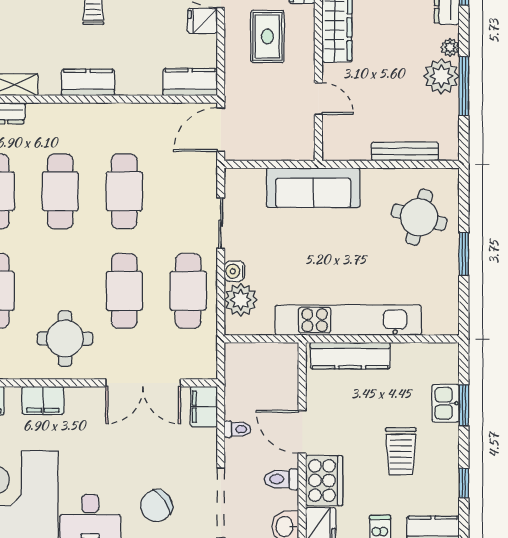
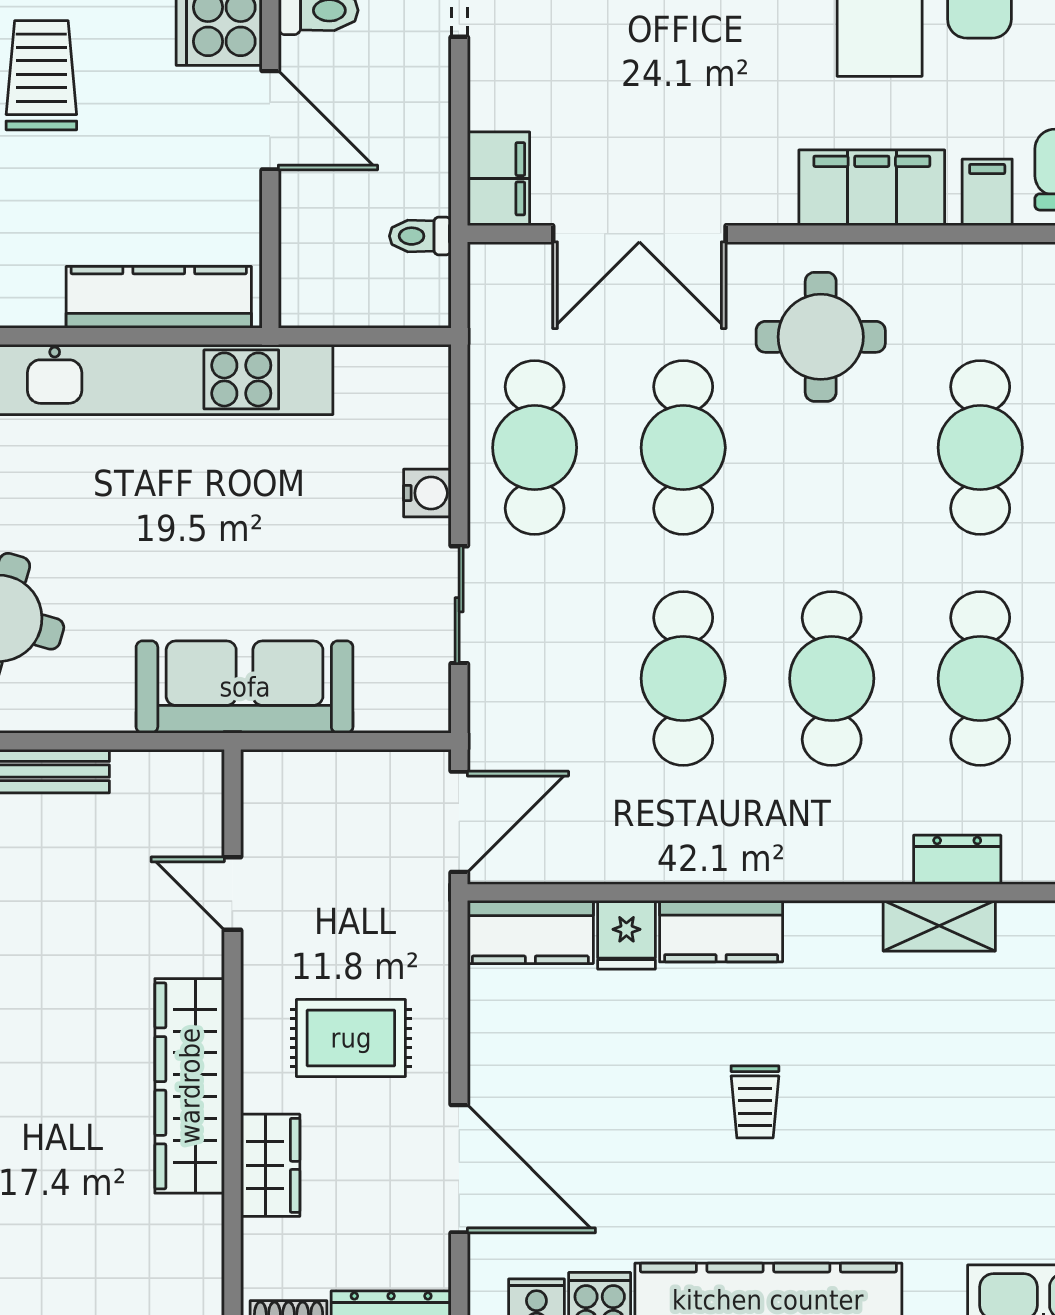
fridge: (202, 21) -> (626, 935), moved, turned 90
rug: (267, 36) -> (351, 1038), turned 90
kitchen counter: (88, 82) -> (721, 931), moved
plant: (241, 300) -> (413, 427), removed
double door: (143, 383) -> (639, 234), swing flipped
filing cabinet: (43, 400) -> (872, 188), width x1.50, depth x1.17
toilet: (238, 429) -> (420, 236), moved

